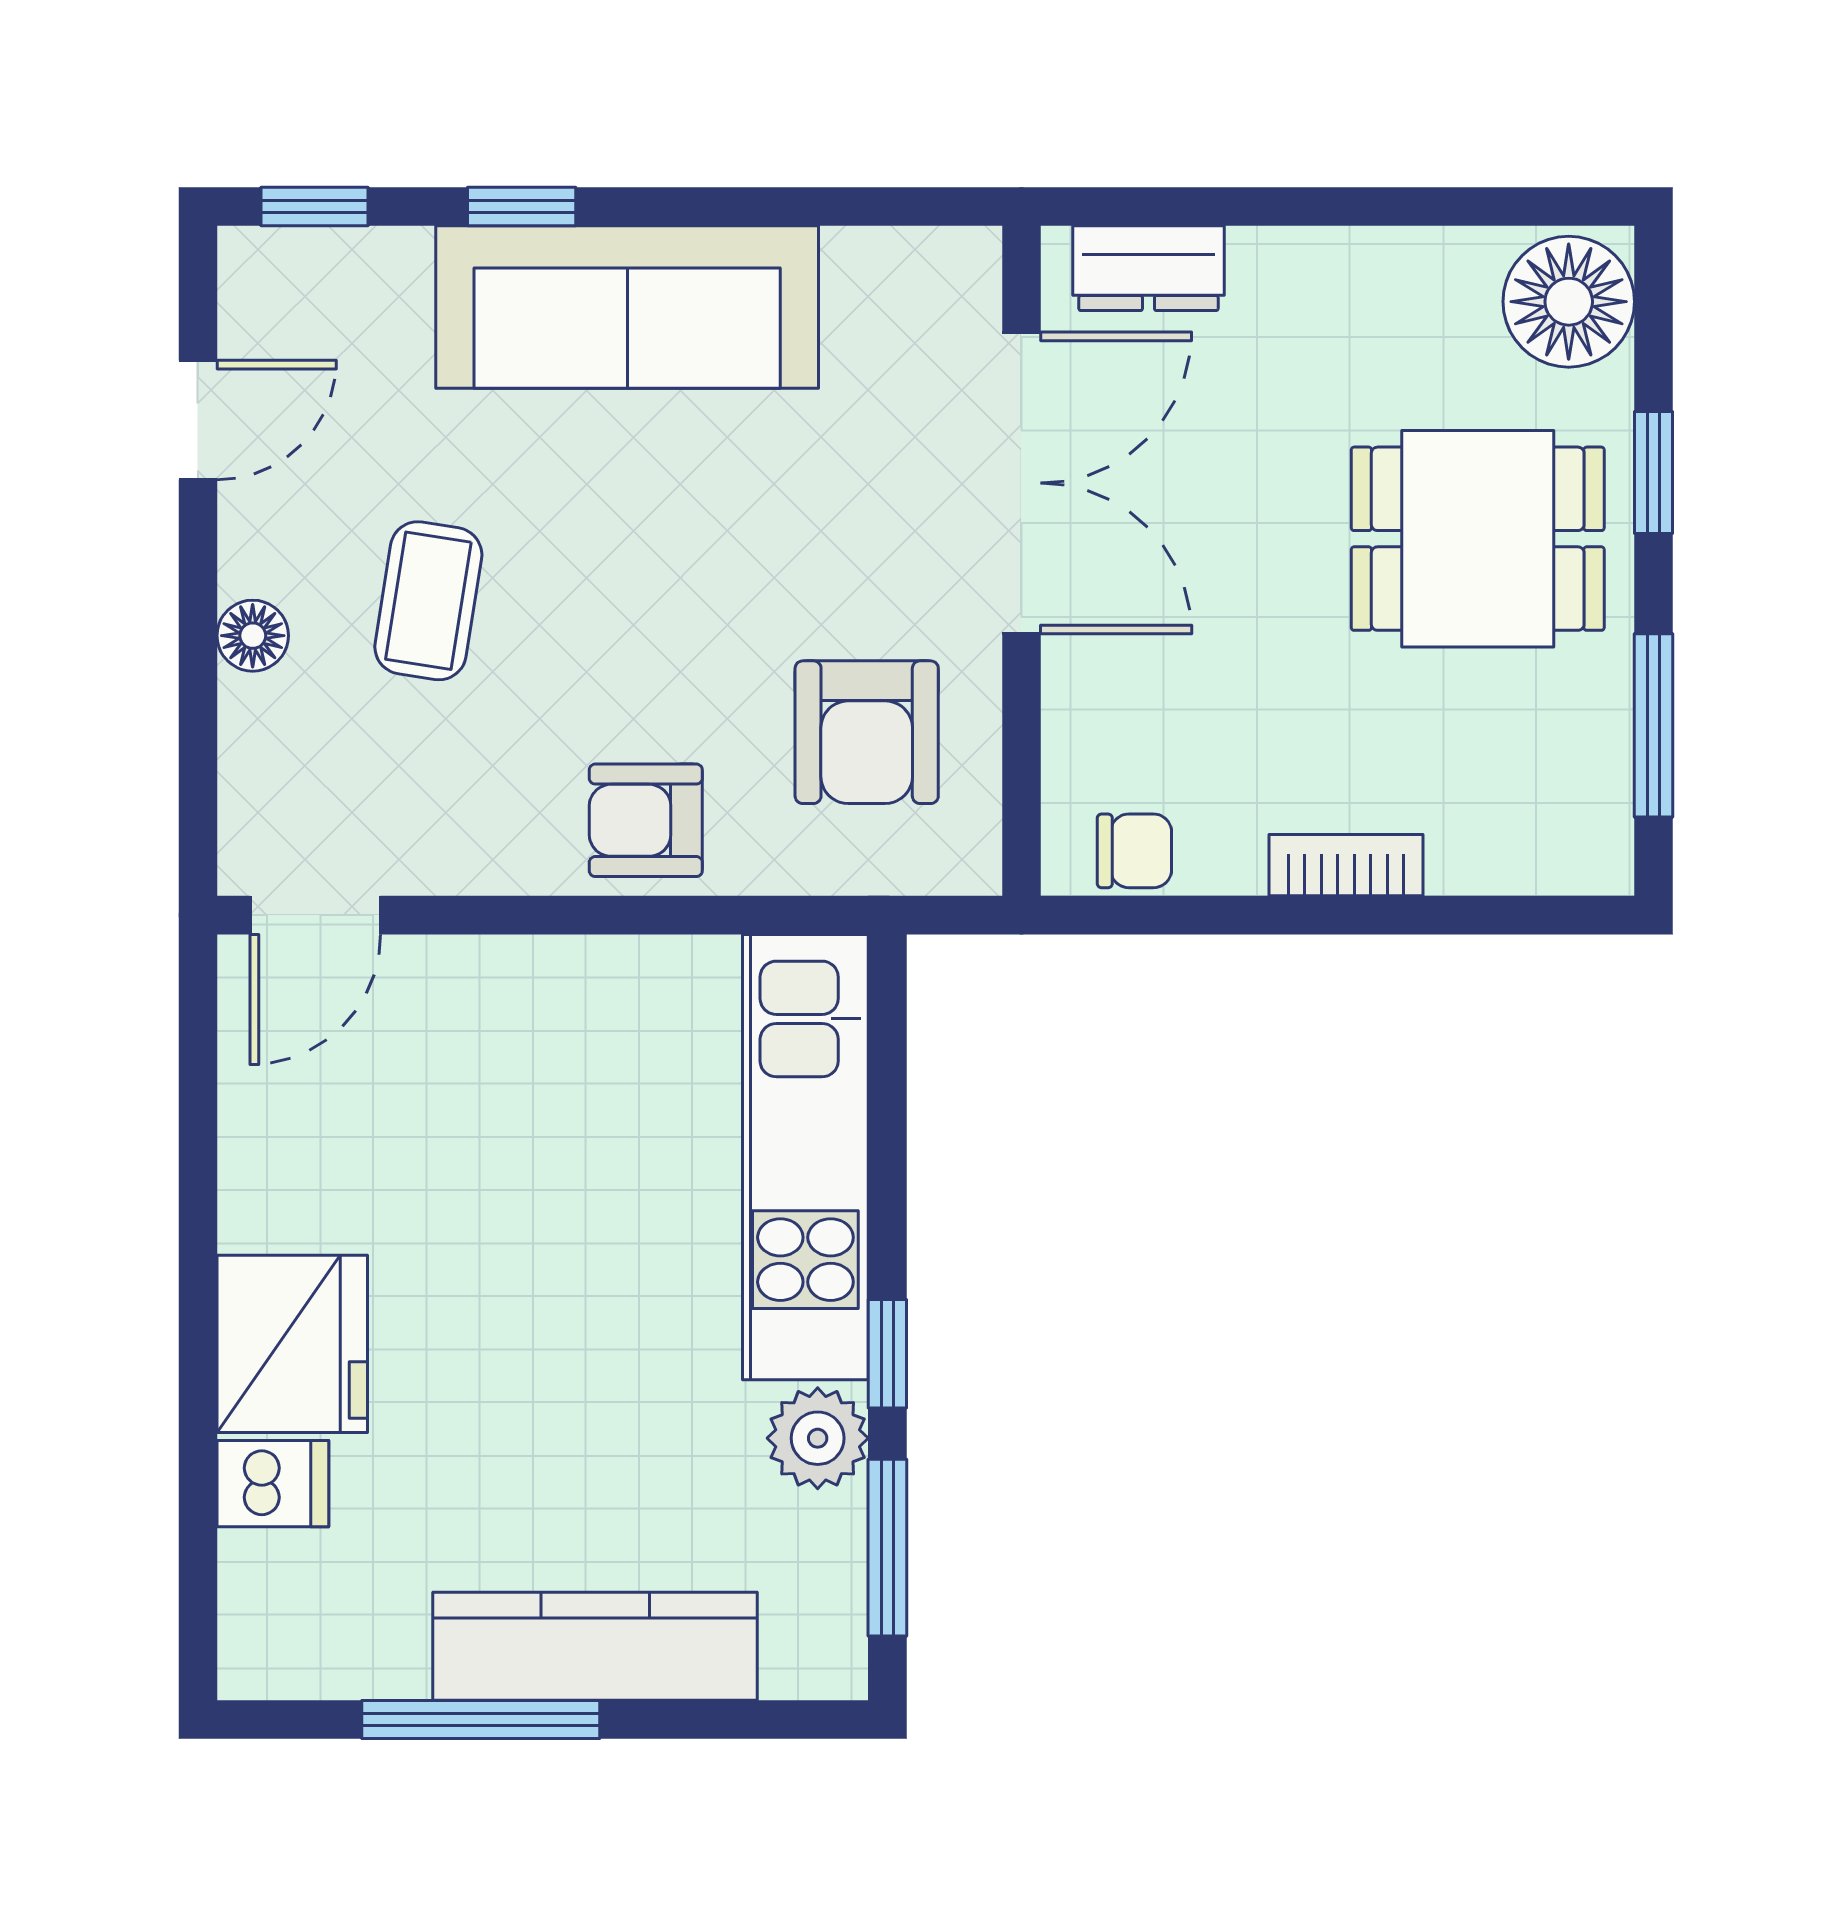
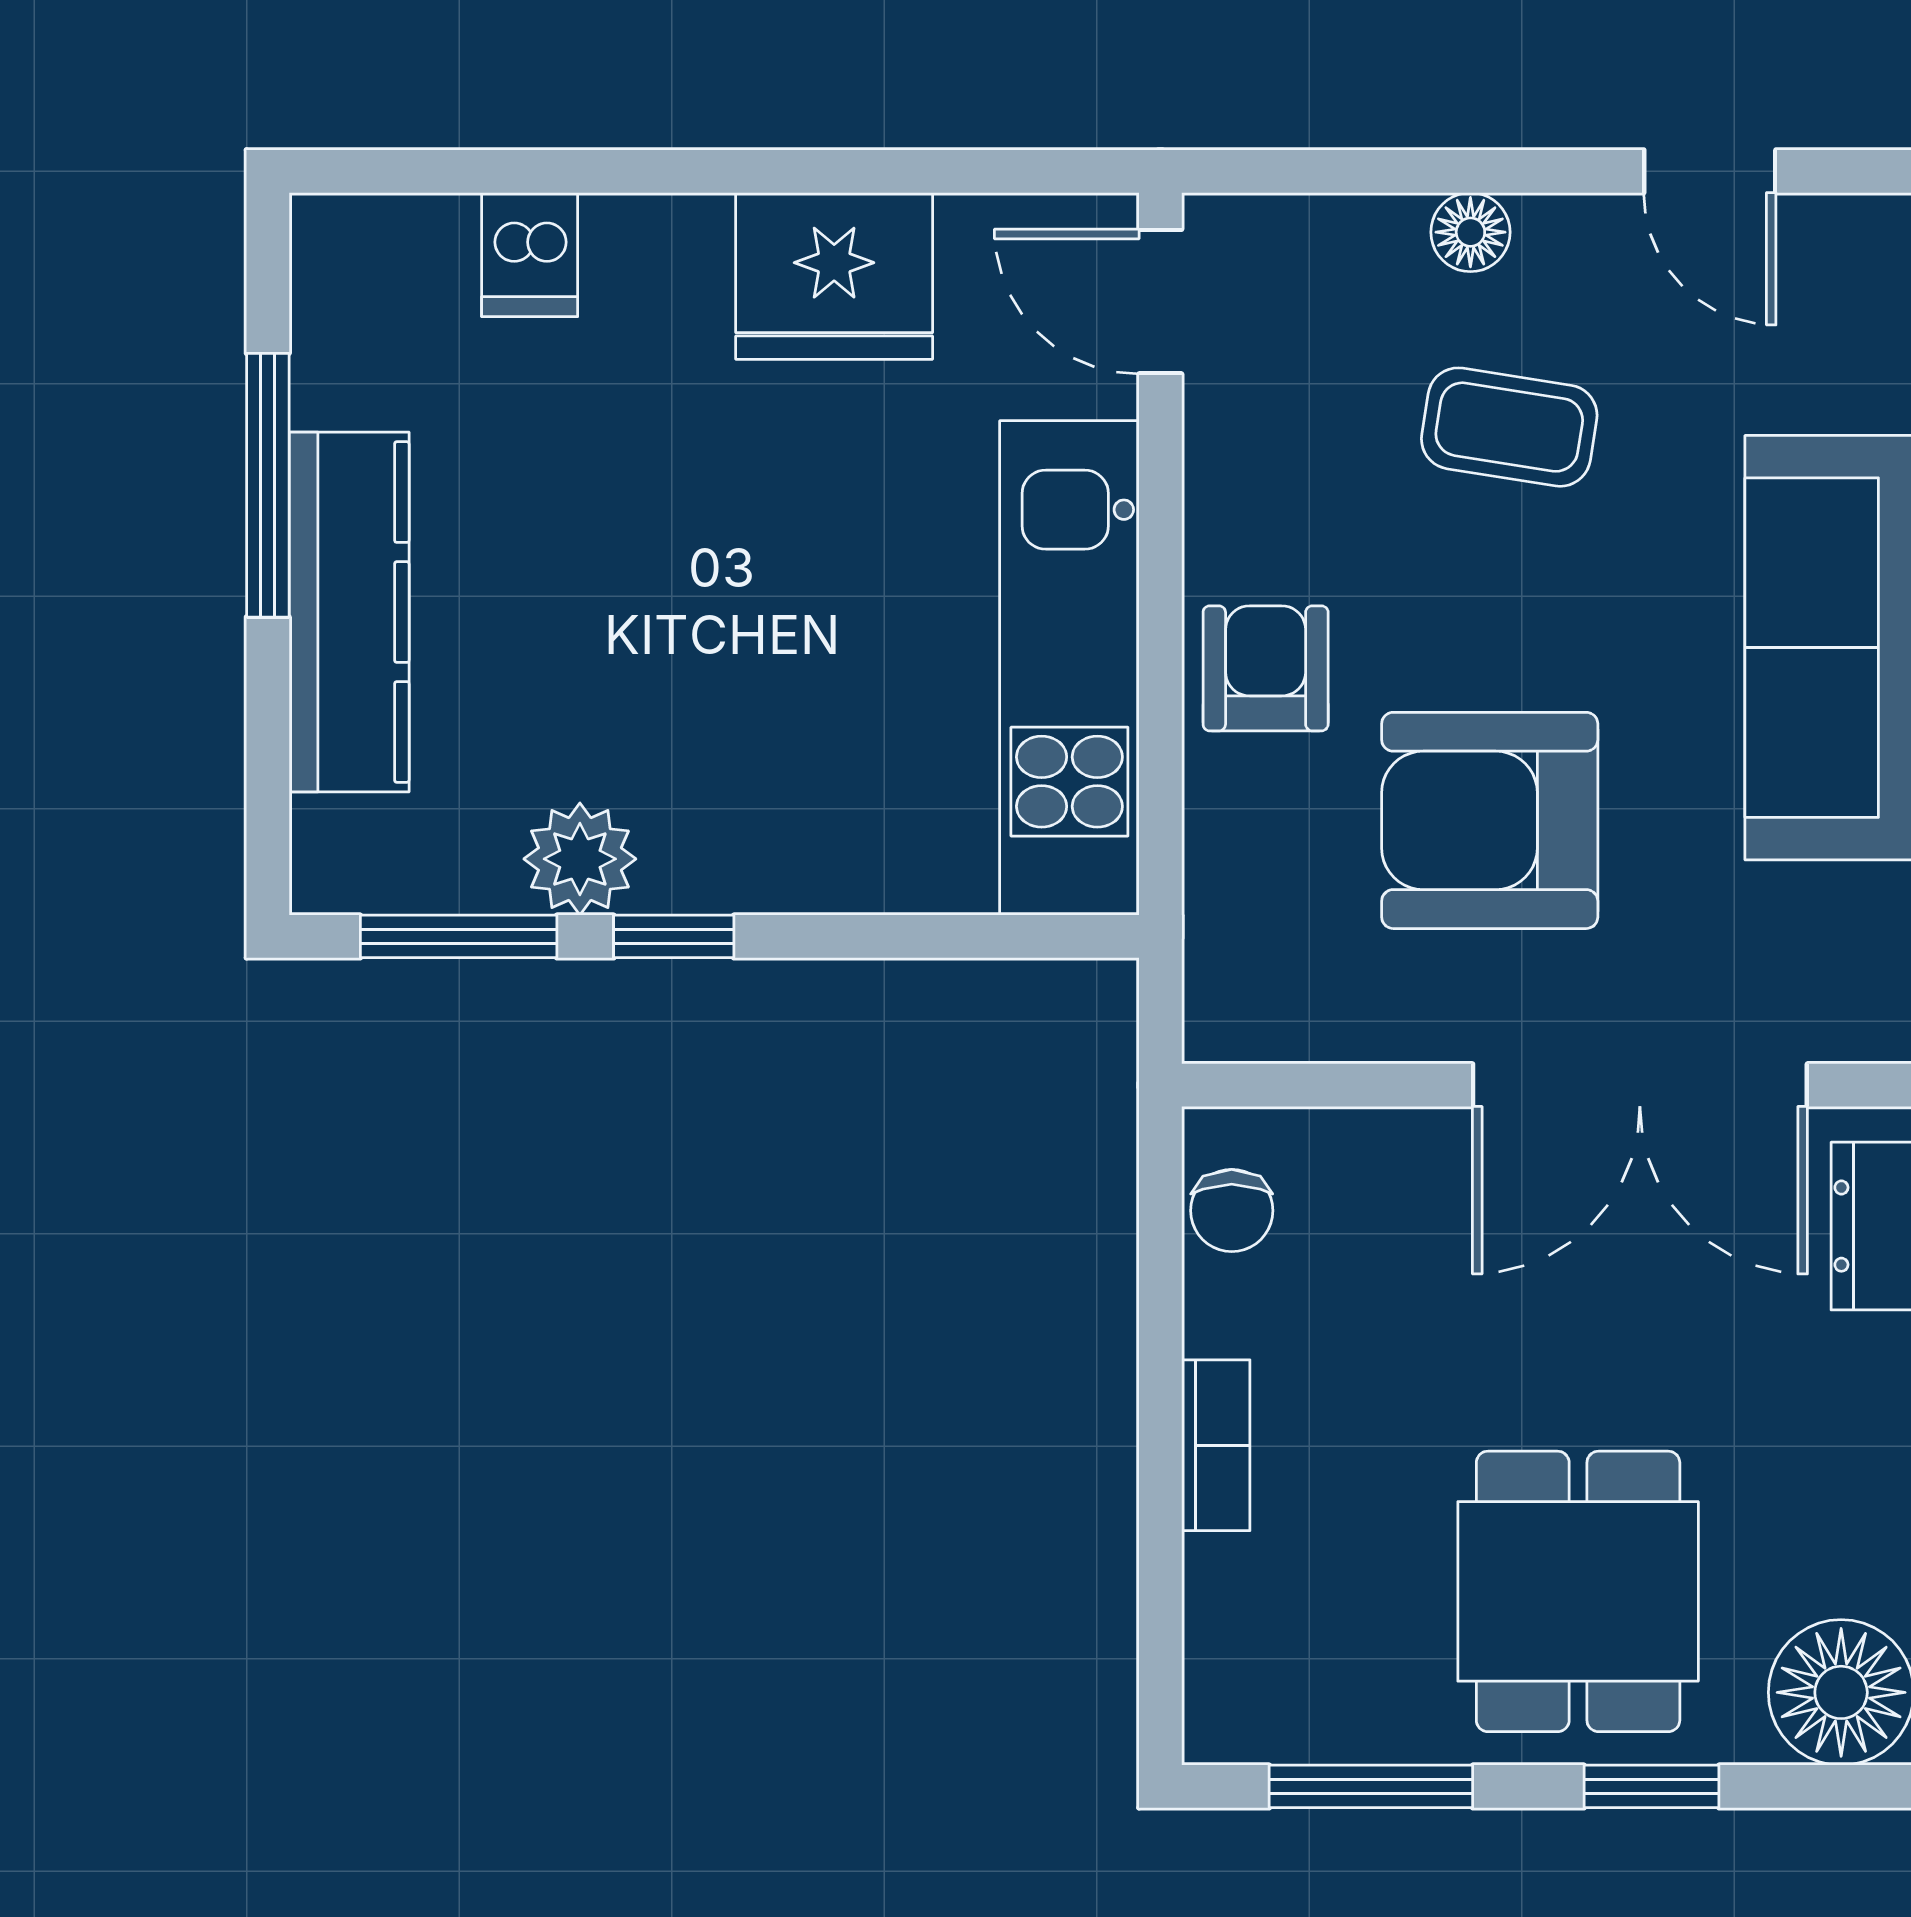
armchair: (867, 732) -> (1490, 820), moved, width x1.36, depth x1.36
kitchen unit: (805, 1157) -> (1069, 668), moved, turned -90
fridge: (292, 1344) -> (834, 276), moved

